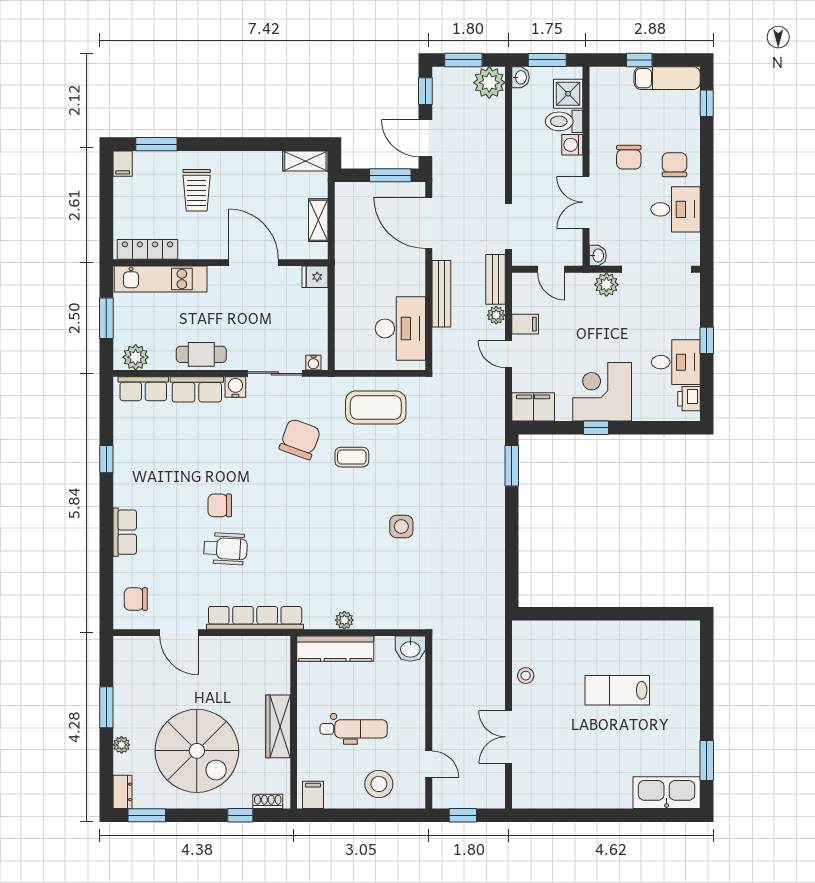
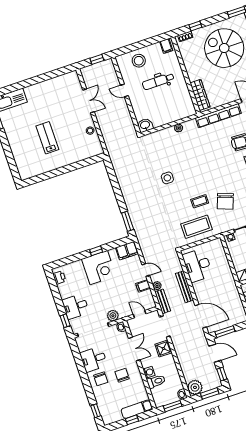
exam couch: (667, 78) -> (137, 409), moved
shower: (568, 94) -> (163, 348), moved
window: (707, 340) -> (65, 321), moved
desk: (676, 362) -> (76, 306), moved
kitchen counter: (335, 649) -> (178, 114), removed
lab bench: (617, 690) -> (47, 138), turned -90
wardrobe: (278, 726) -> (200, 95), moved
door: (429, 764) -> (124, 91), moved

